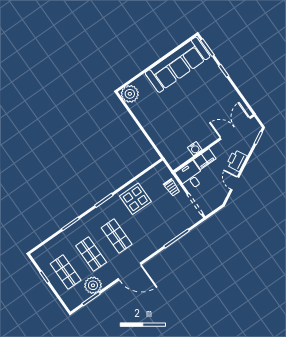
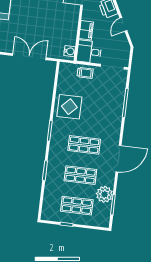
double door: (146, 134) -> (29, 57), added
water cooler: (195, 149) -> (70, 51), moved
door: (235, 183) -> (123, 24), hinge flipped

